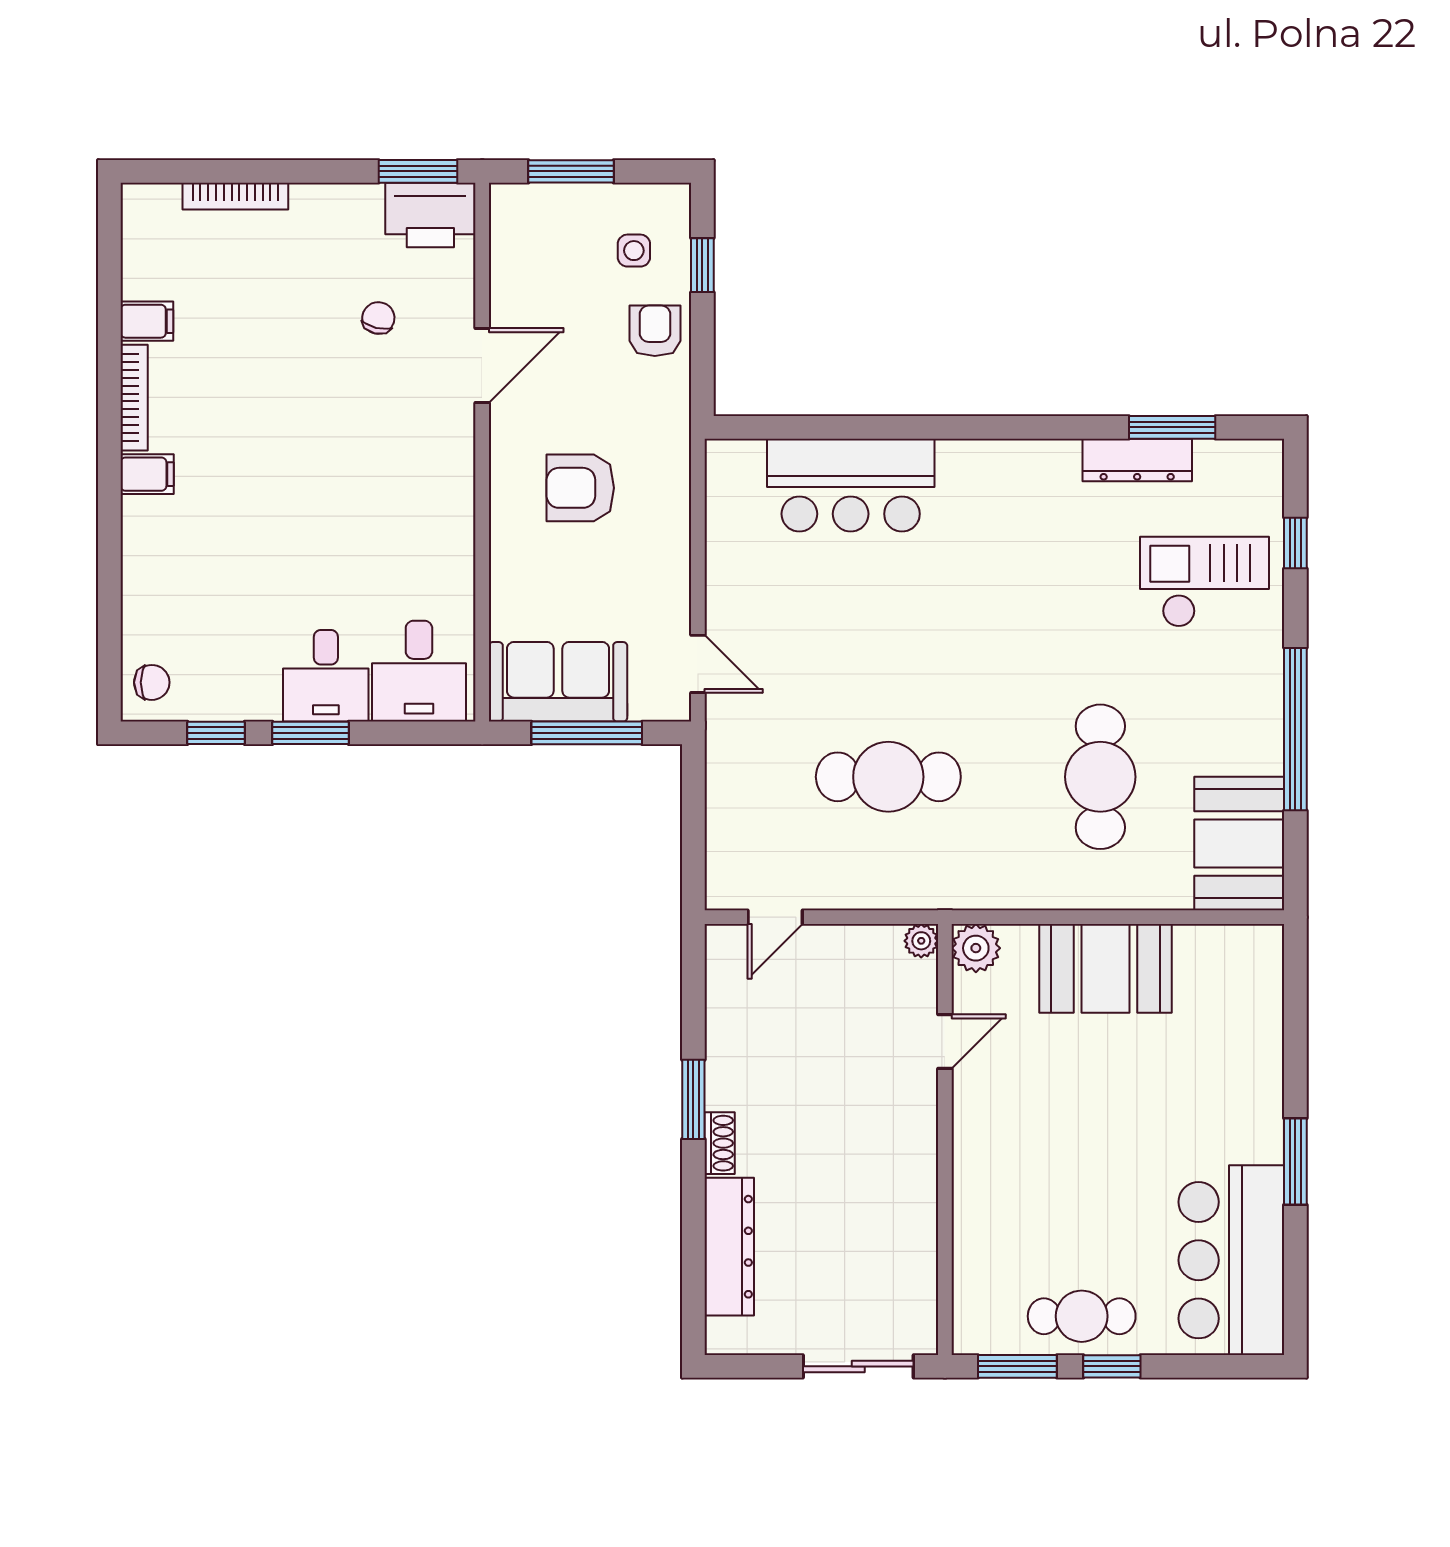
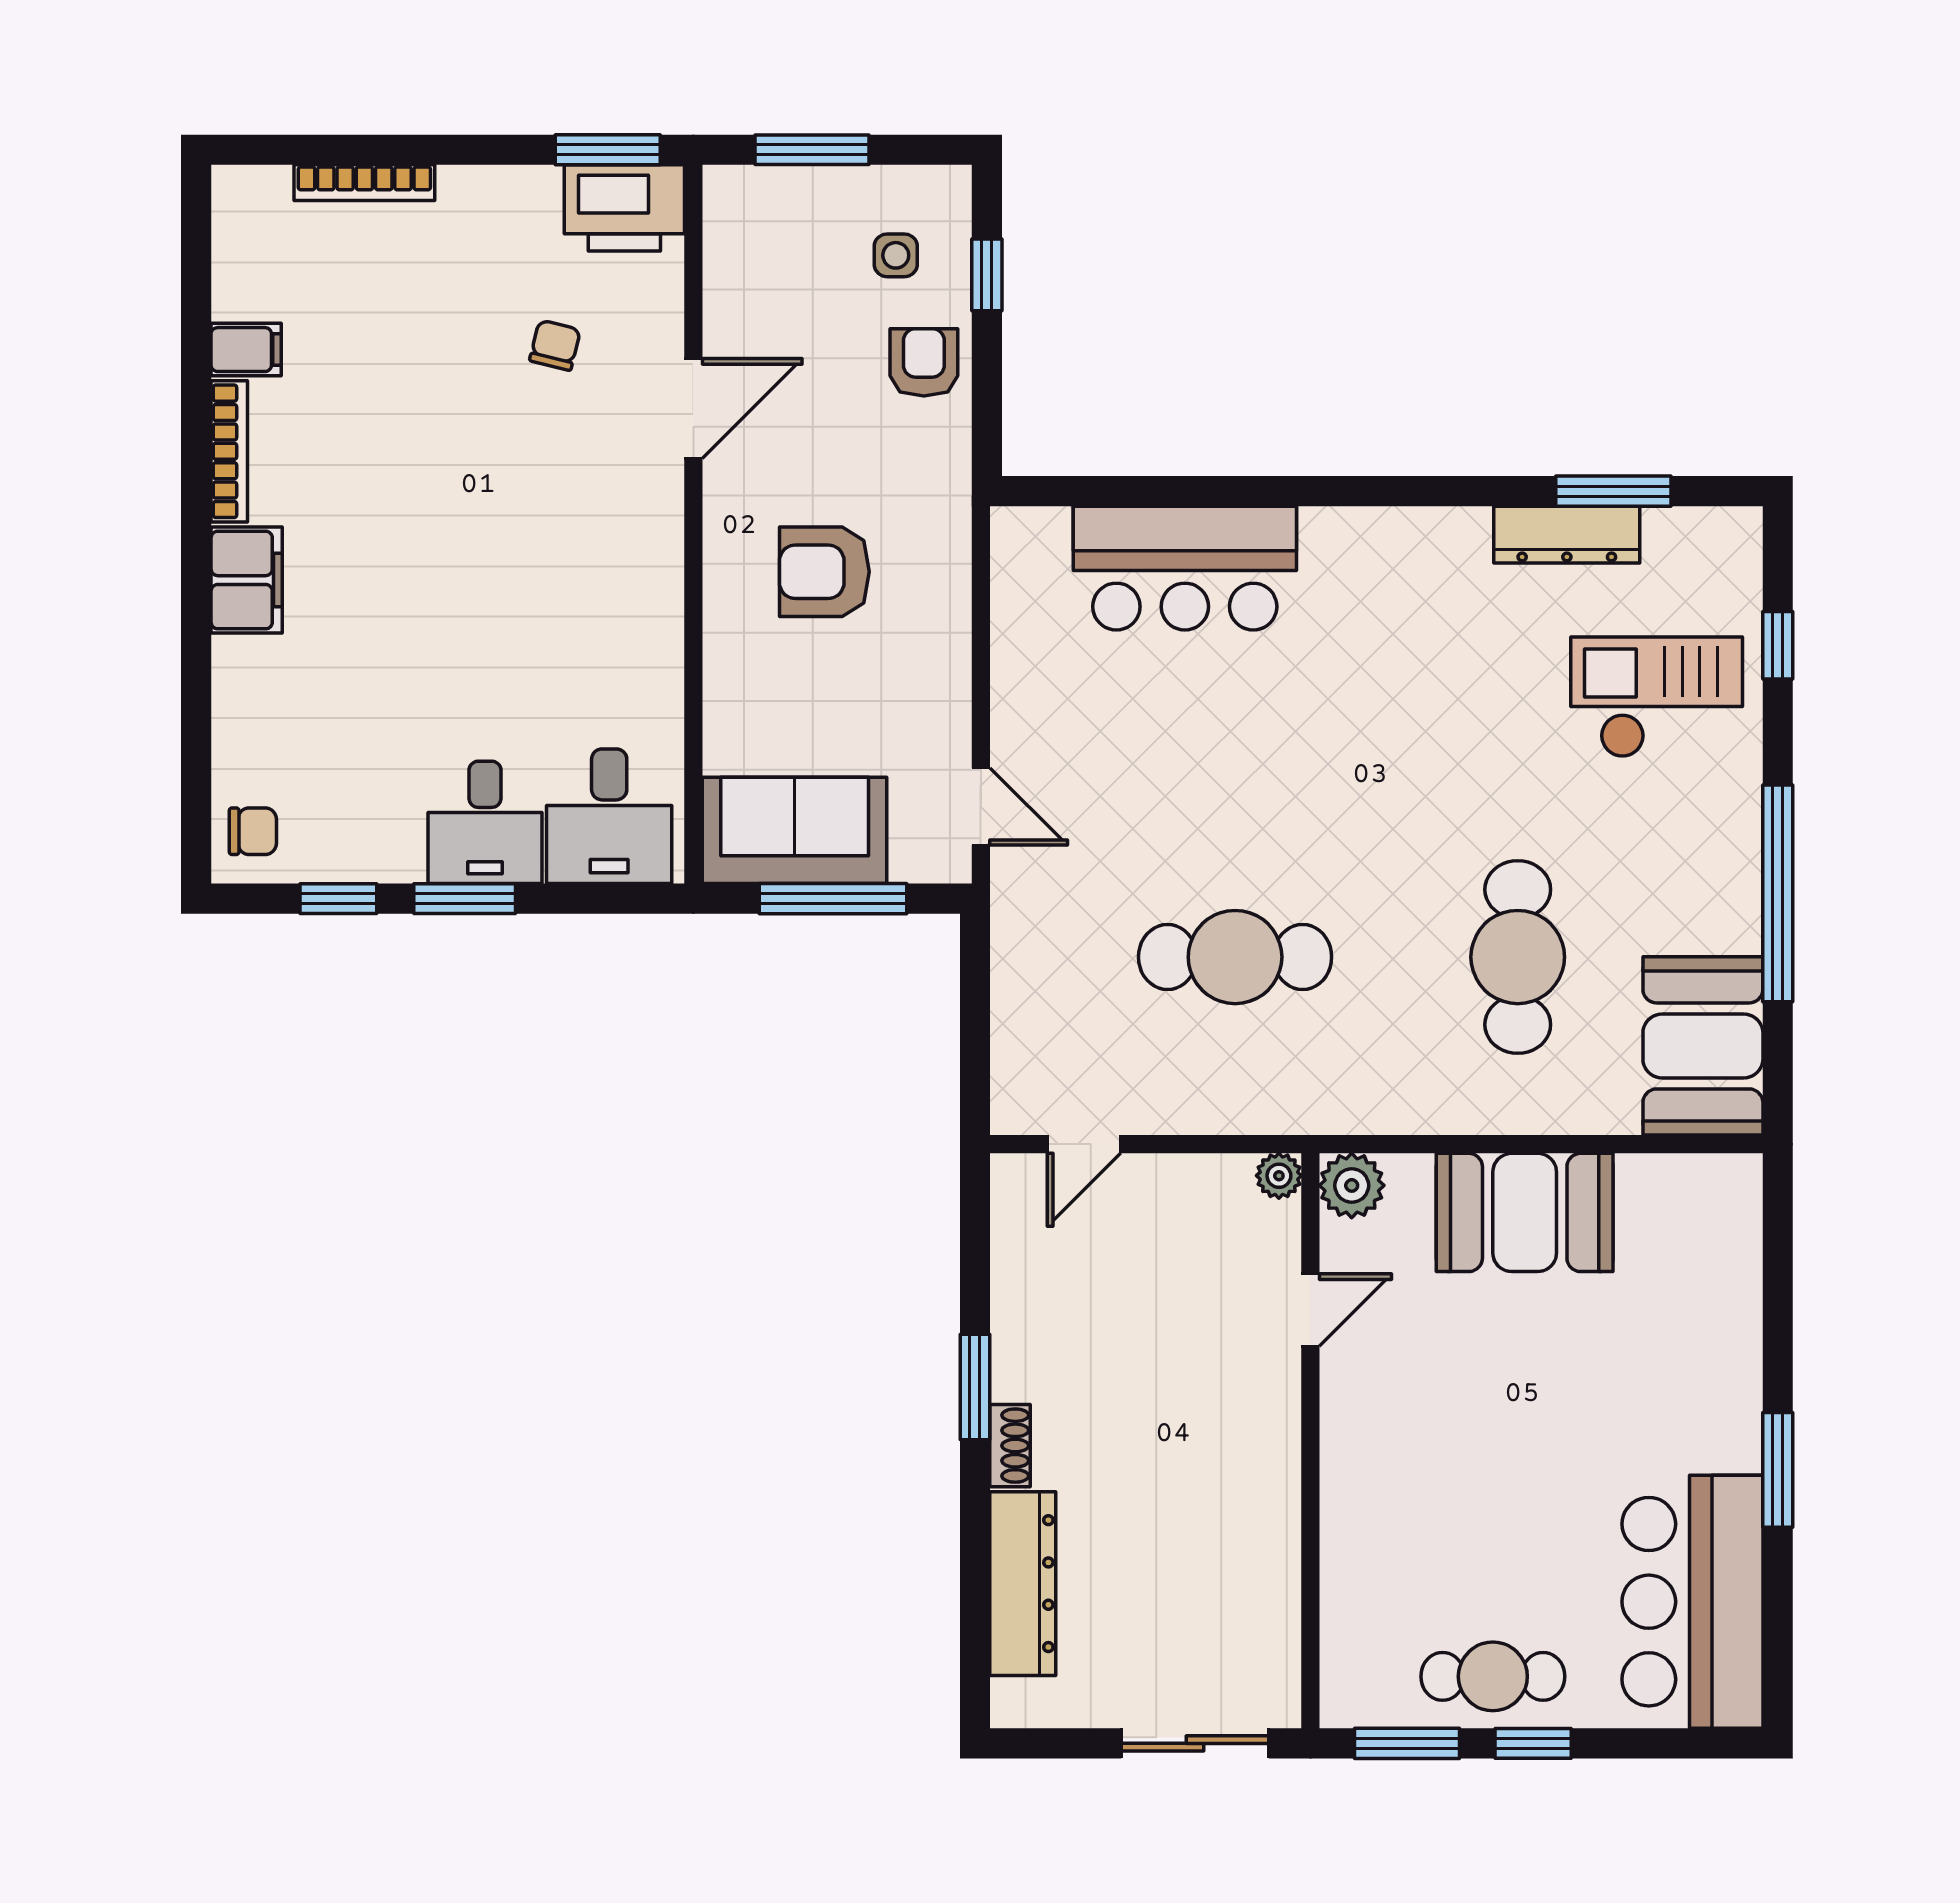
filing cabinet: (147, 474) -> (247, 580), width x2.00

